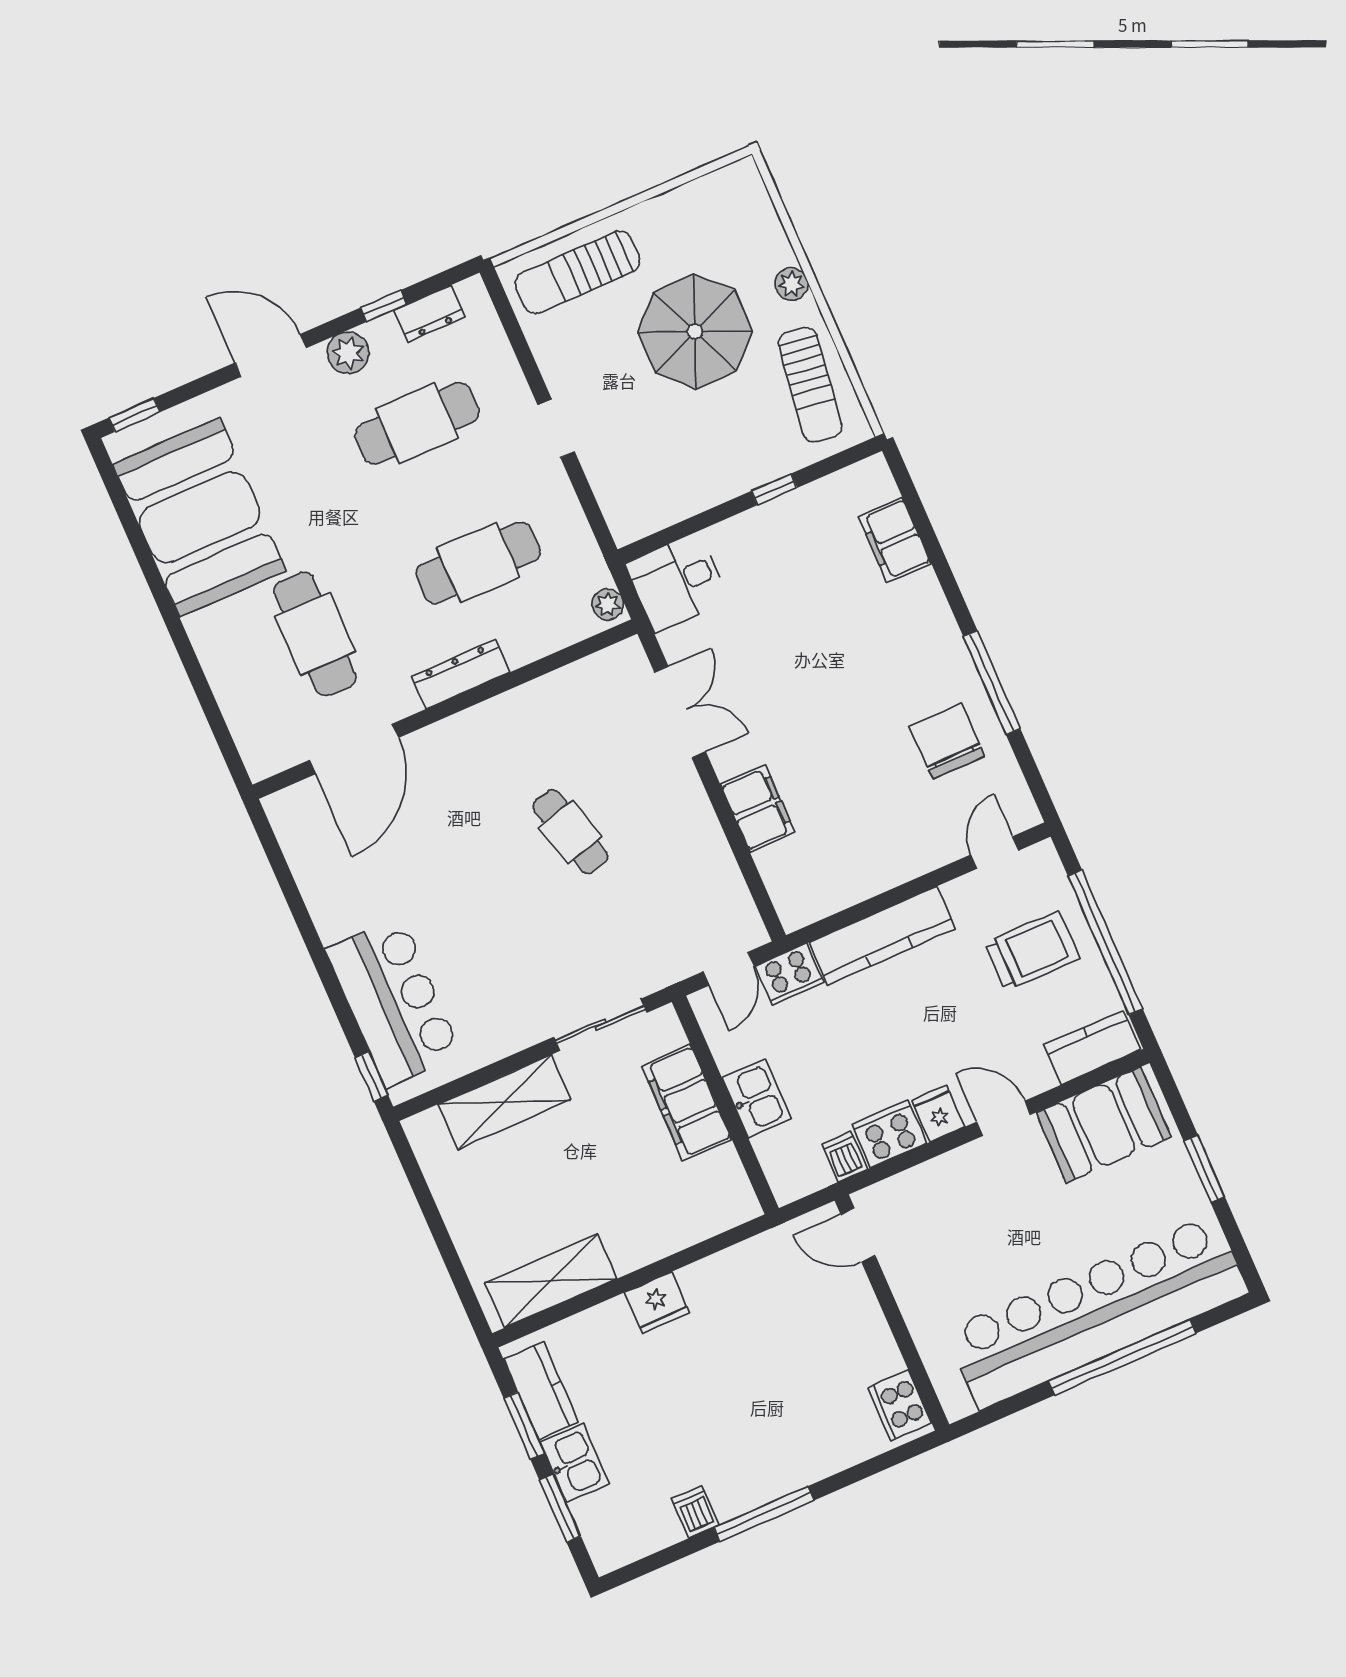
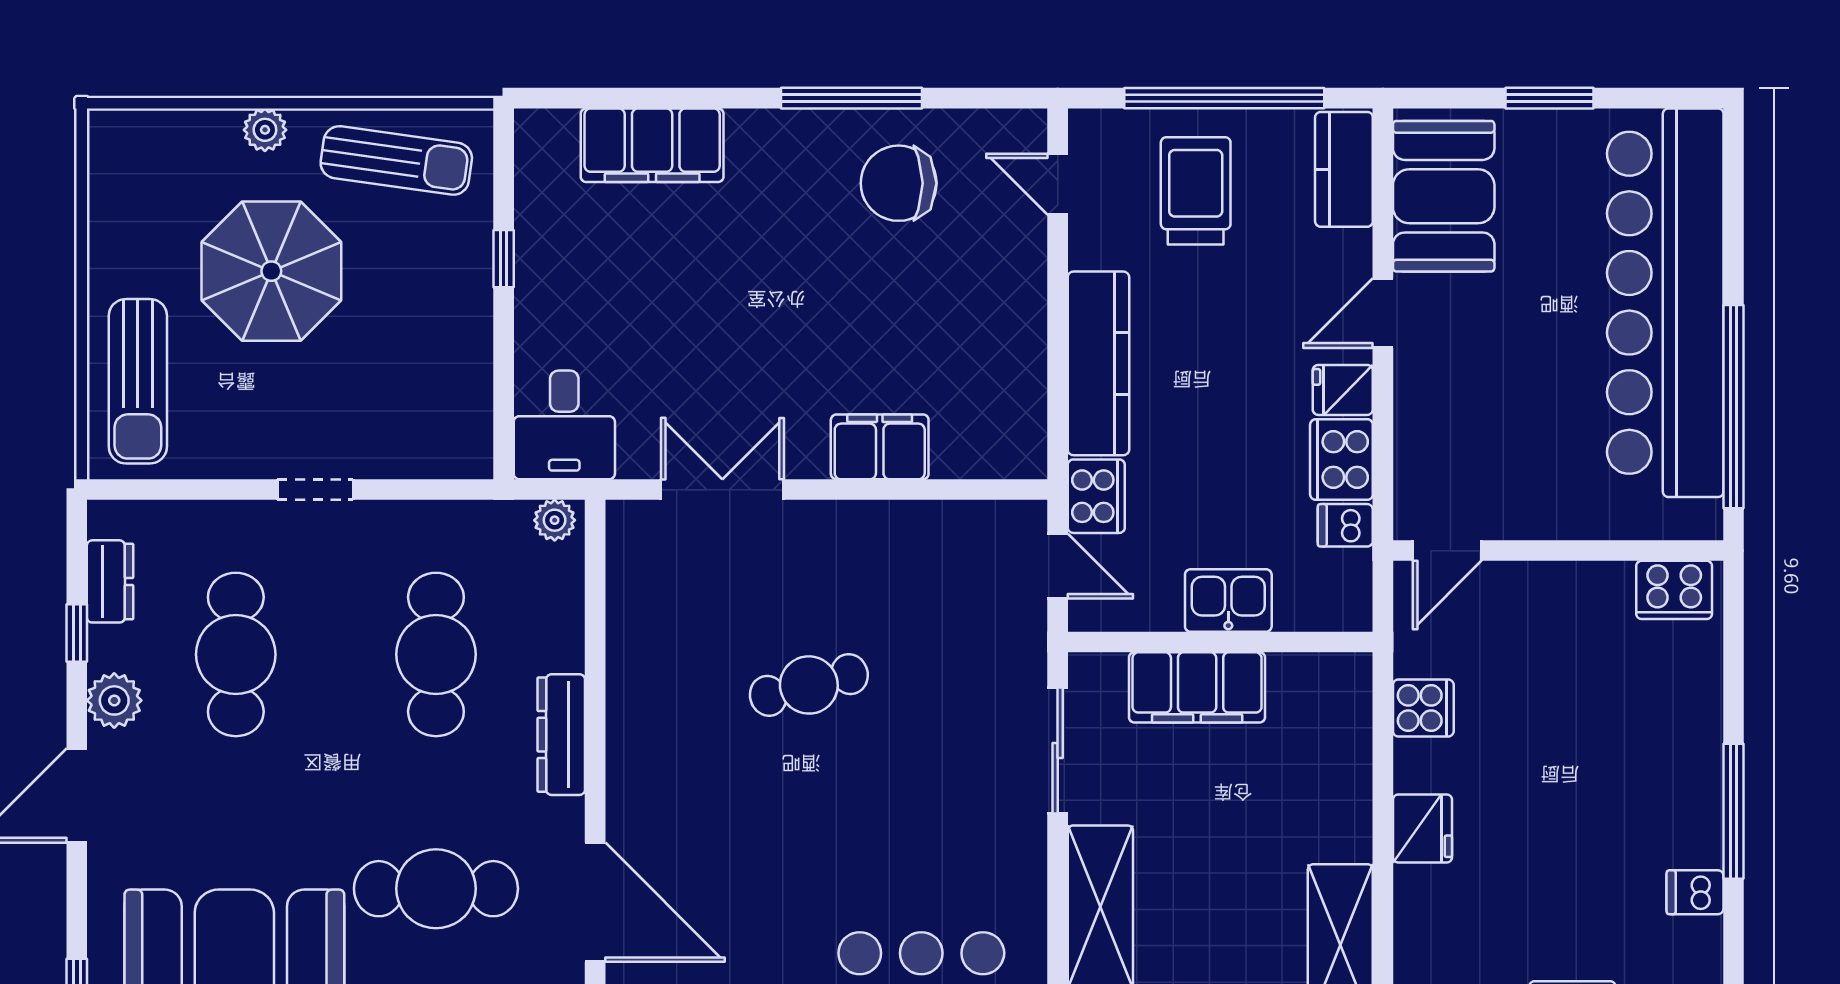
filing cabinet: (895, 540) -> (652, 145), width x1.50, depth x1.17
cooker: (741, 1266) -> (1423, 708), added
window: (1122, 1357) -> (1734, 407), moved

